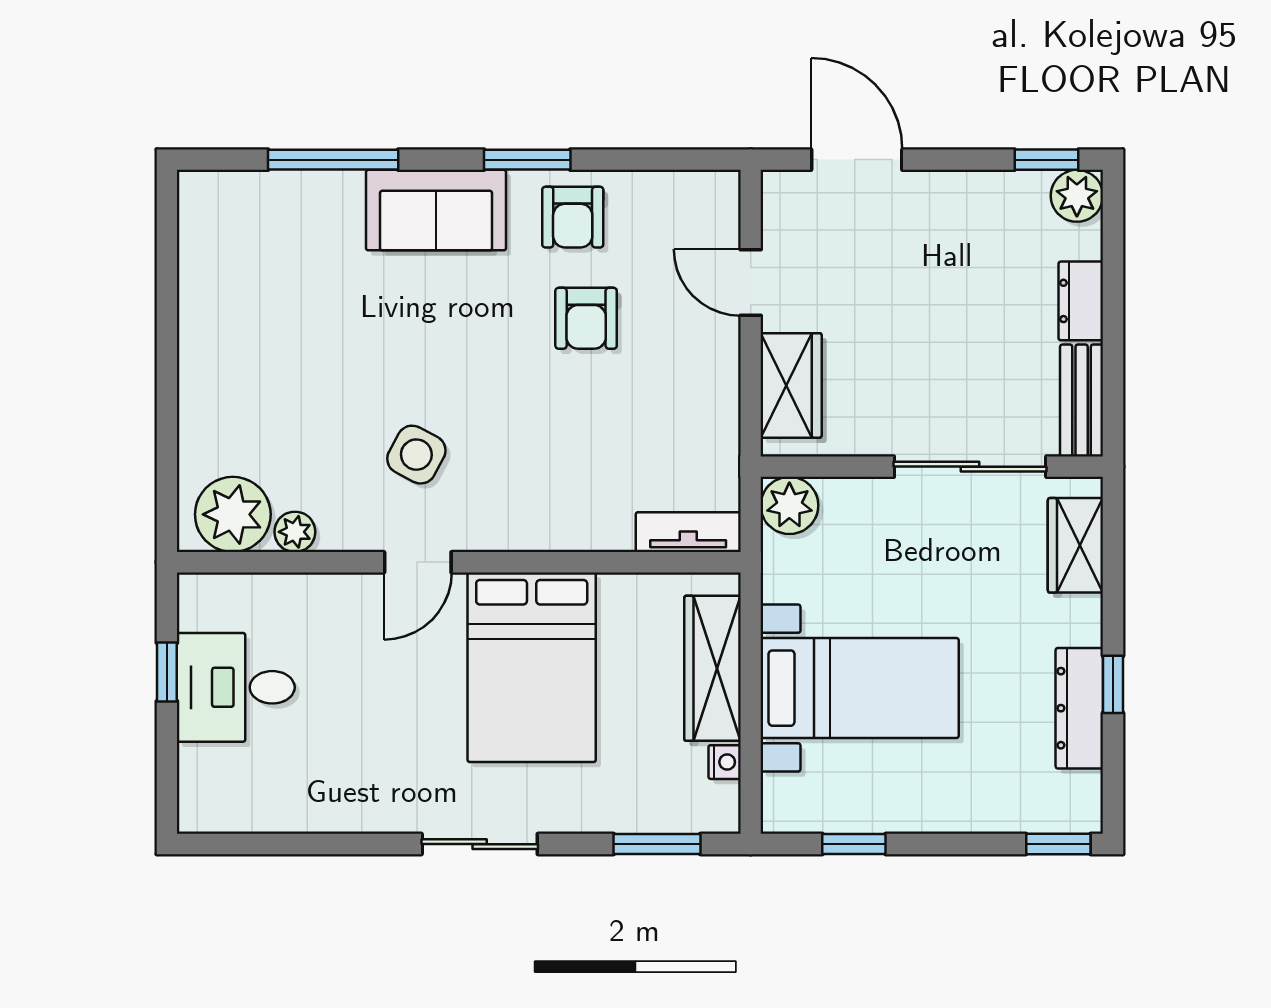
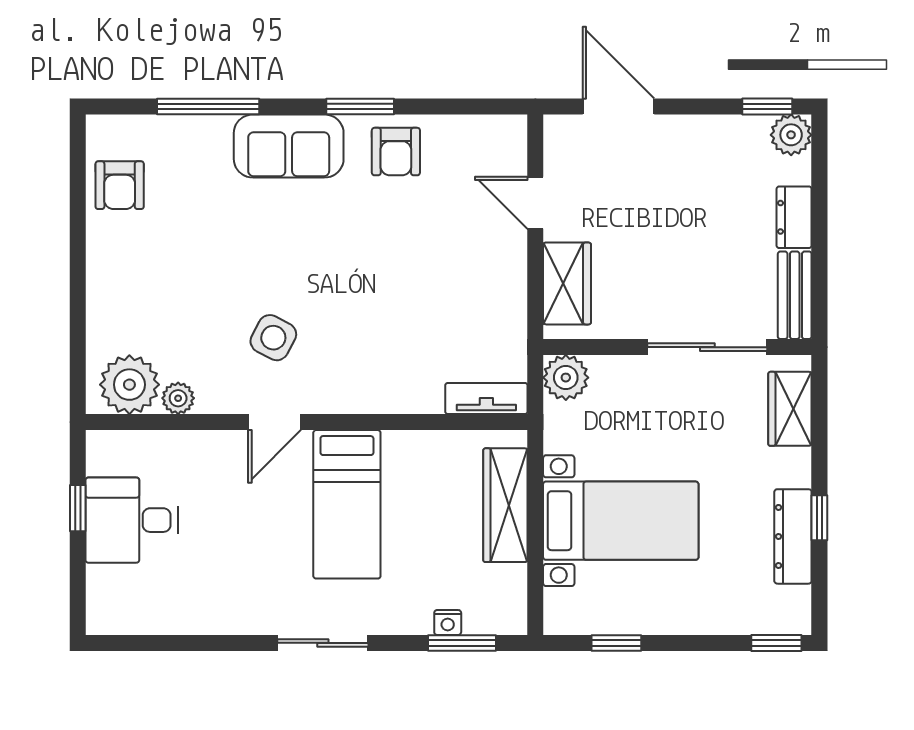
armchair: (586, 318) -> (120, 185), moved
bed: (532, 667) -> (347, 504), width x0.67
nightstand: (725, 762) -> (448, 622), moved, turned 90

